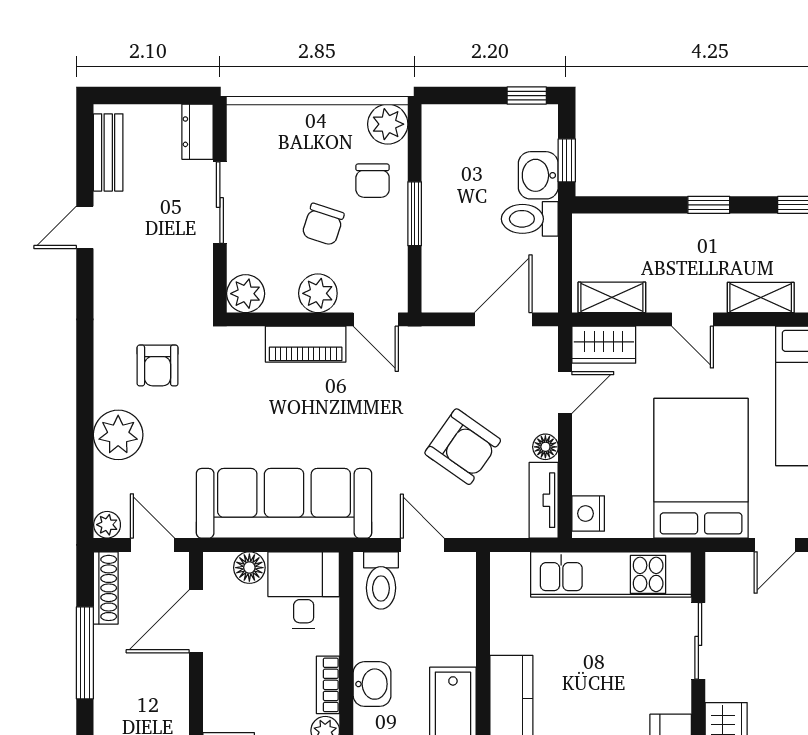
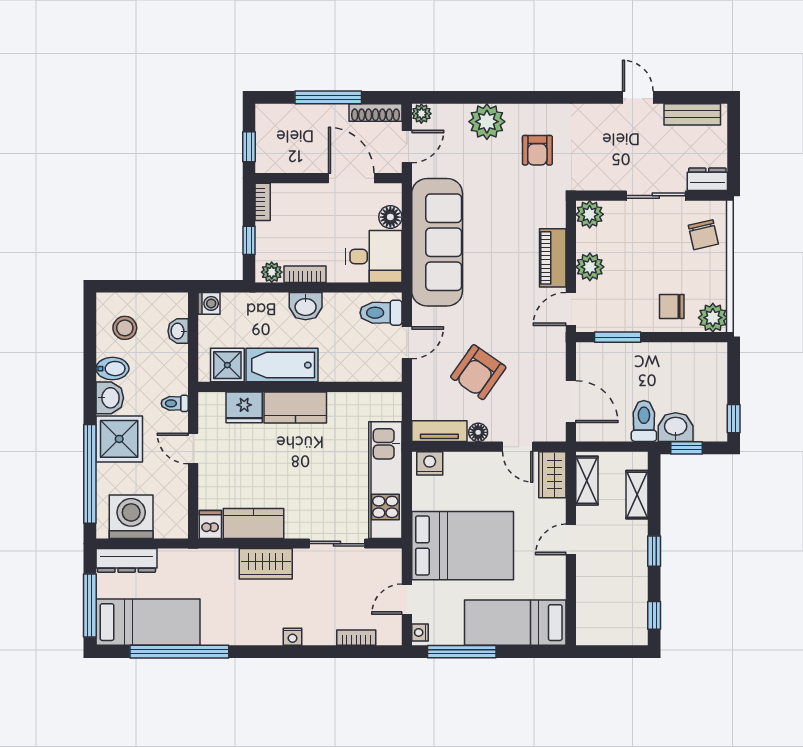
window: (415, 214) -> (618, 337), moved
chair: (323, 224) -> (703, 235), moved, turned -121
shelving: (761, 298) -> (637, 495), moved
armchair: (158, 365) -> (537, 150), turned -90
door: (775, 545) -> (407, 599), hinge flipped

